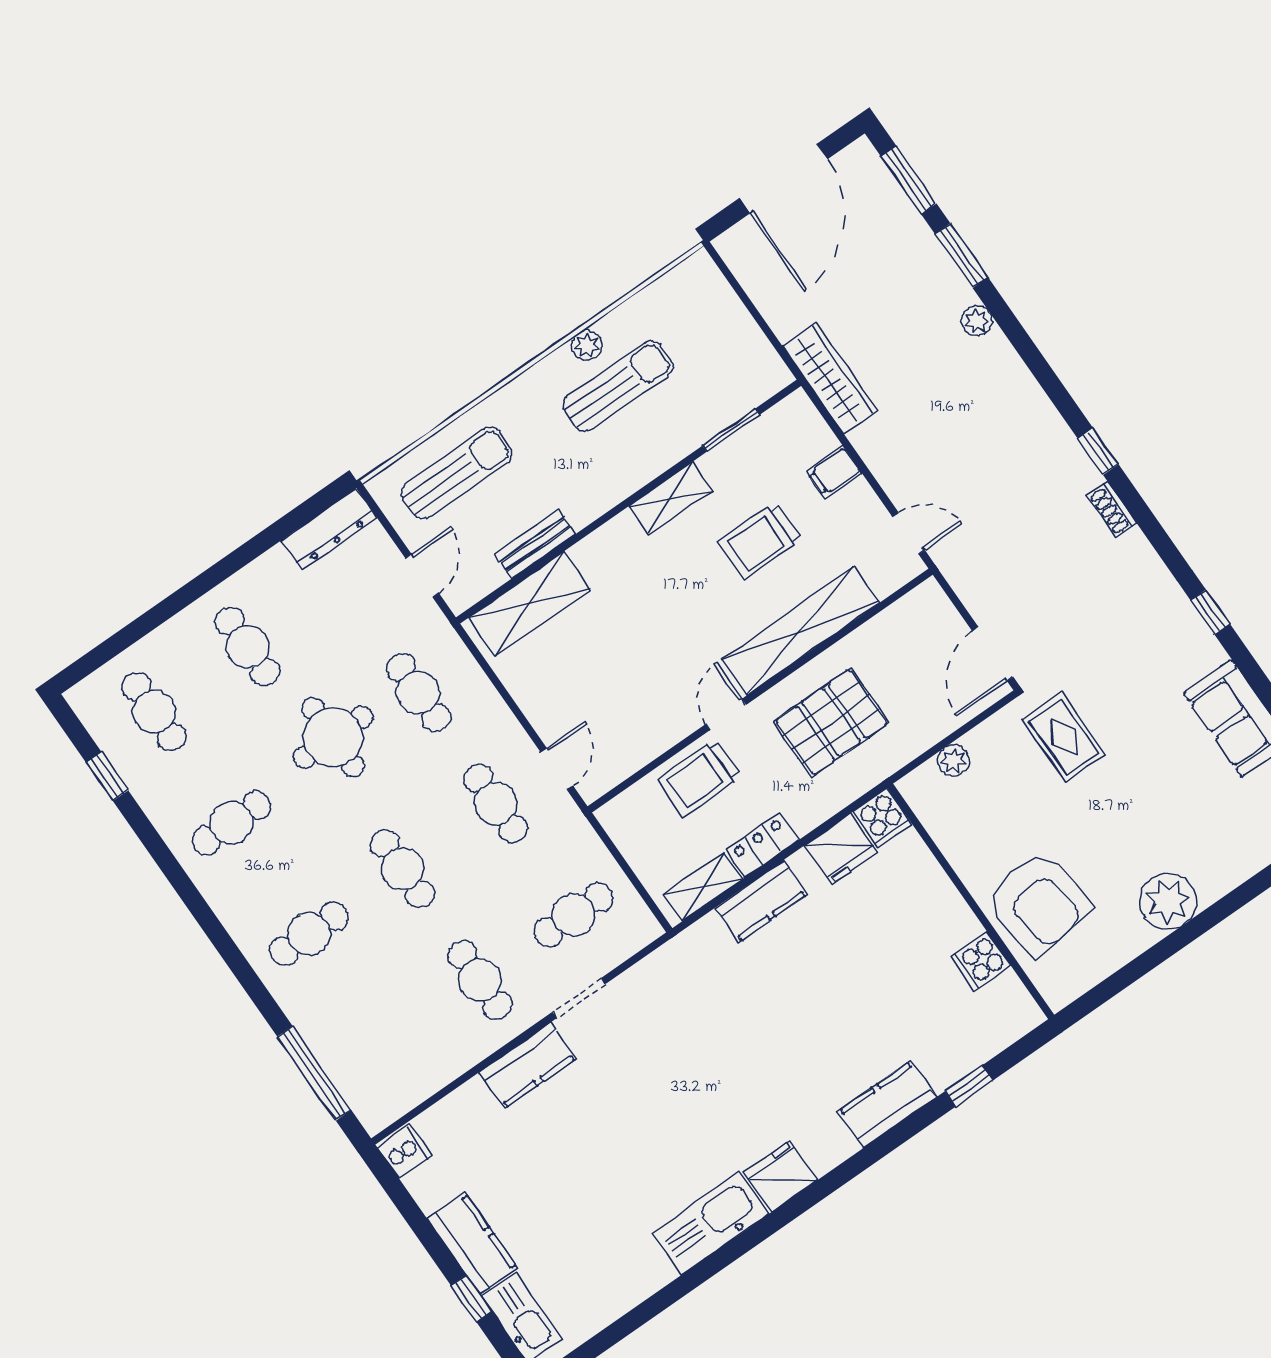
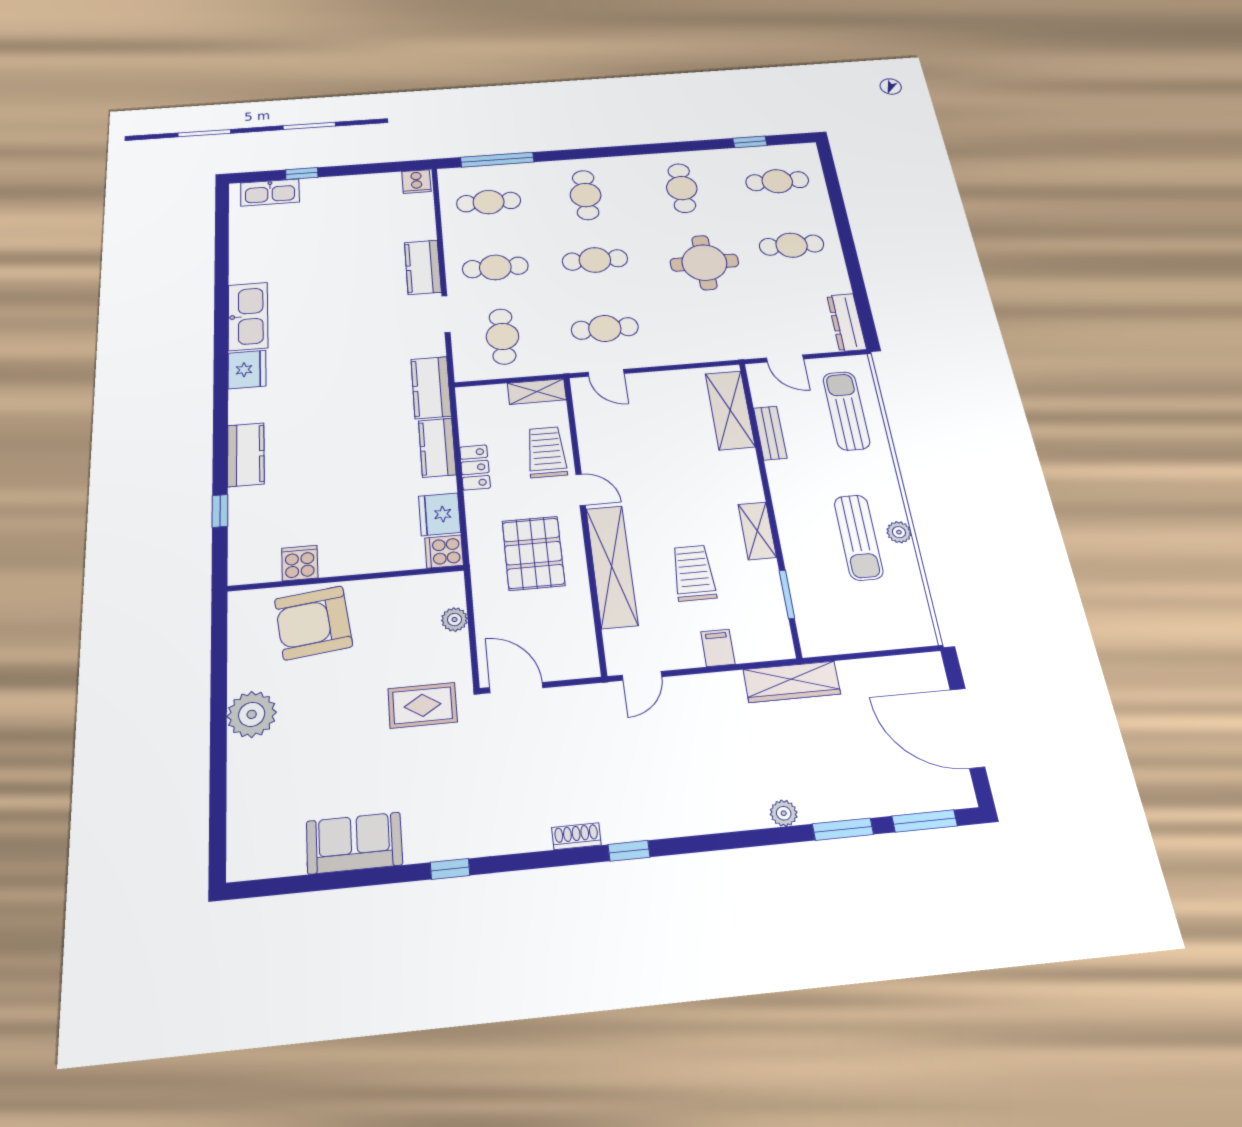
sun lounger: (457, 473) -> (846, 411), turned 180
cafe table: (418, 692) -> (489, 202), moved
shelving: (703, 887) -> (537, 392), moved, turned 90
kitchen counter: (472, 1243) -> (431, 388), moved, turned 90

